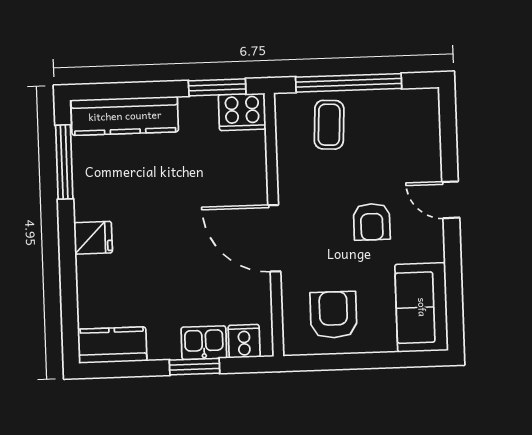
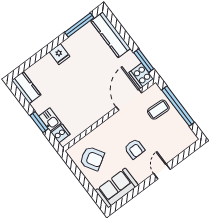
armchair: (372, 222) -> (135, 149), turned -90
door: (274, 238) -> (129, 100), moved
armchair: (333, 315) -> (92, 158), turned 59

